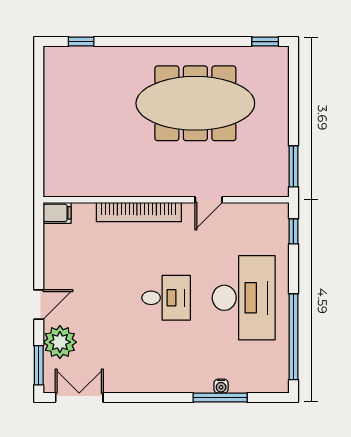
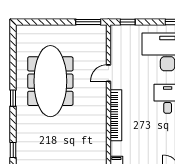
window: (265, 42) -> (13, 98), moved
door: (209, 200) -> (108, 73), swing flipped

